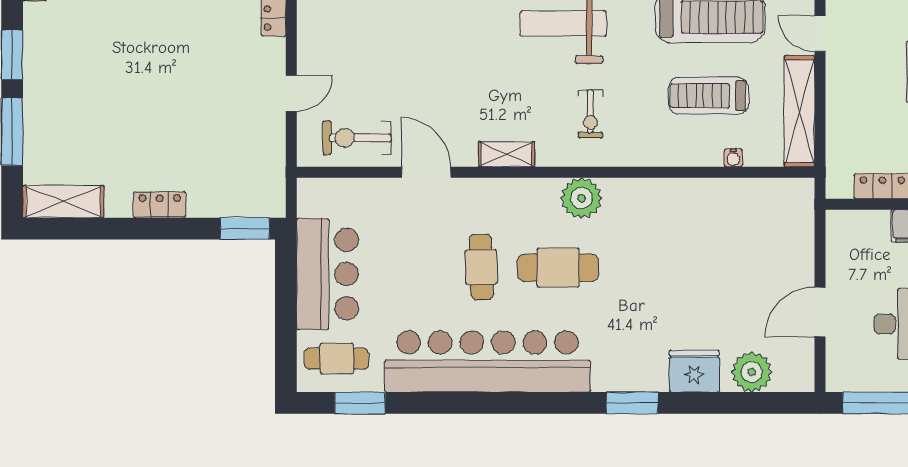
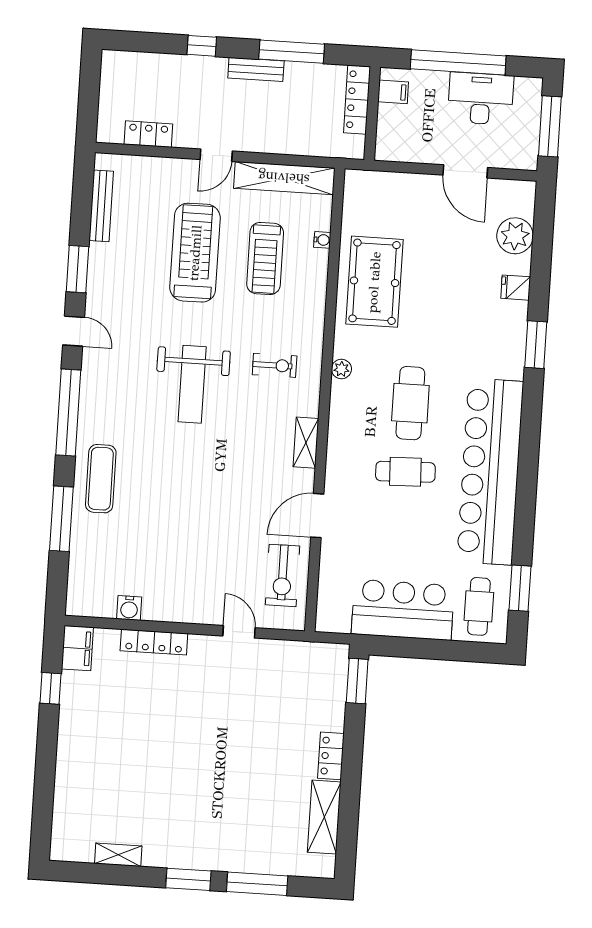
plant: (581, 198) -> (341, 369), width x0.53, depth x0.53
shelving: (63, 202) -> (324, 817), moved
pool table: (691, 219) -> (374, 282), added
fridge: (694, 371) -> (516, 288), width x0.53, depth x0.75

